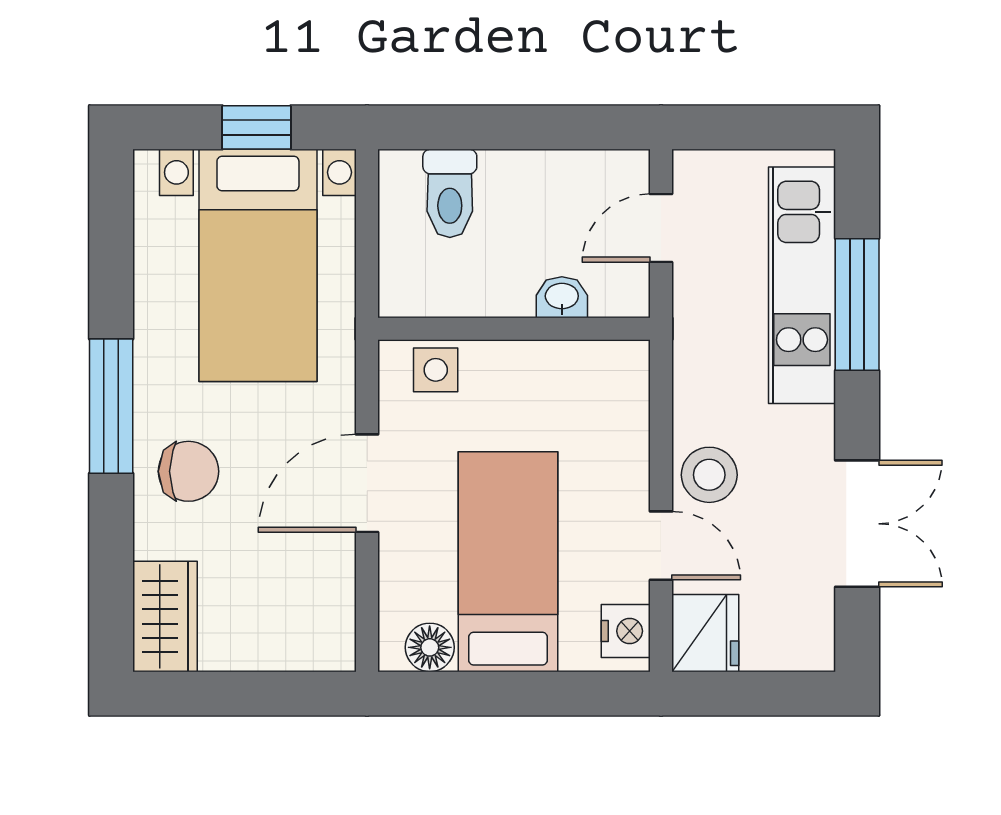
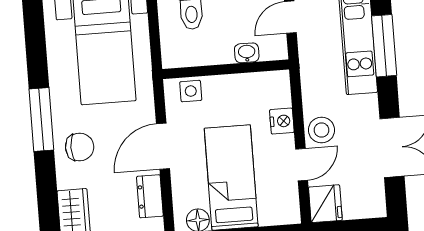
door: (661, 546) -> (302, 165), hinge flipped
dresser: (331, 588) -> (150, 196), added
nightstand: (626, 631) -> (282, 121), moved

